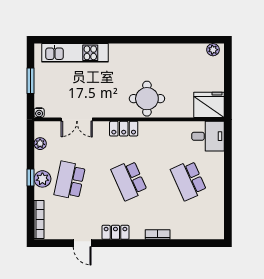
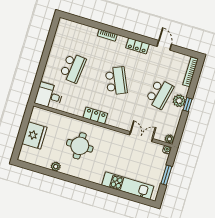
plant: (213, 50) -> (56, 167), moved
round table: (147, 99) -> (80, 146), moved
fridge: (209, 105) -> (34, 135), moved, turned -90
locker: (124, 129) -> (95, 116), moved
plant: (40, 144) -> (169, 139), moved
school desk: (189, 180) -> (73, 68), turned 30

